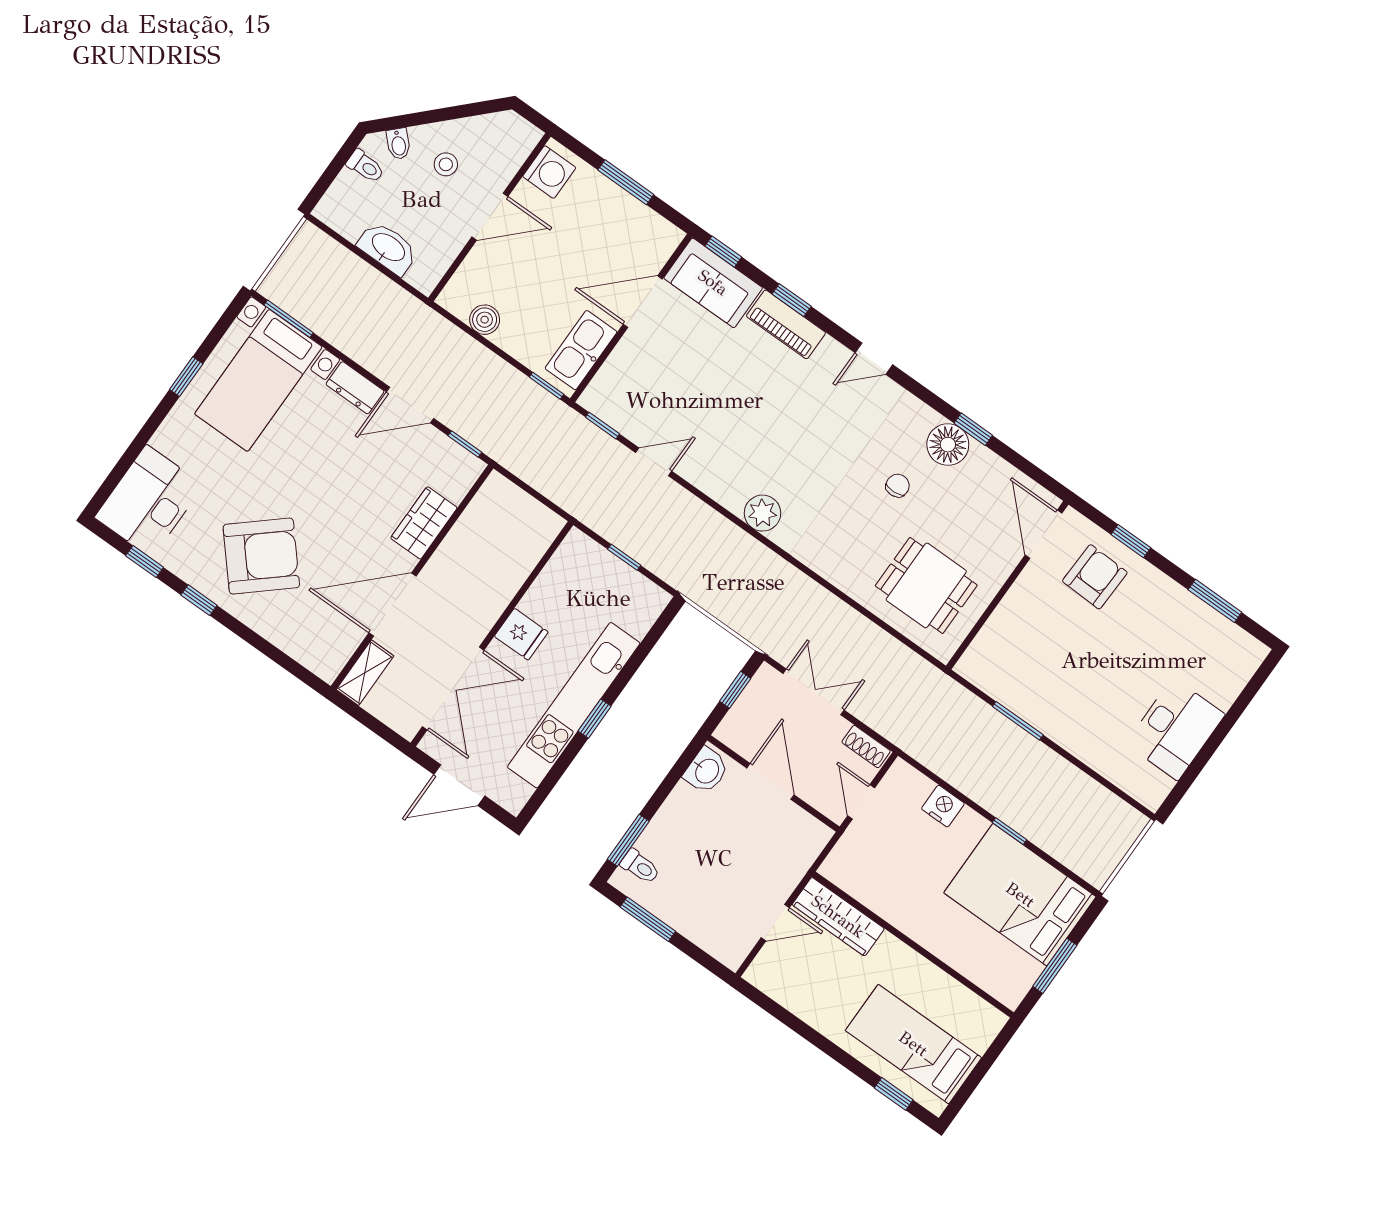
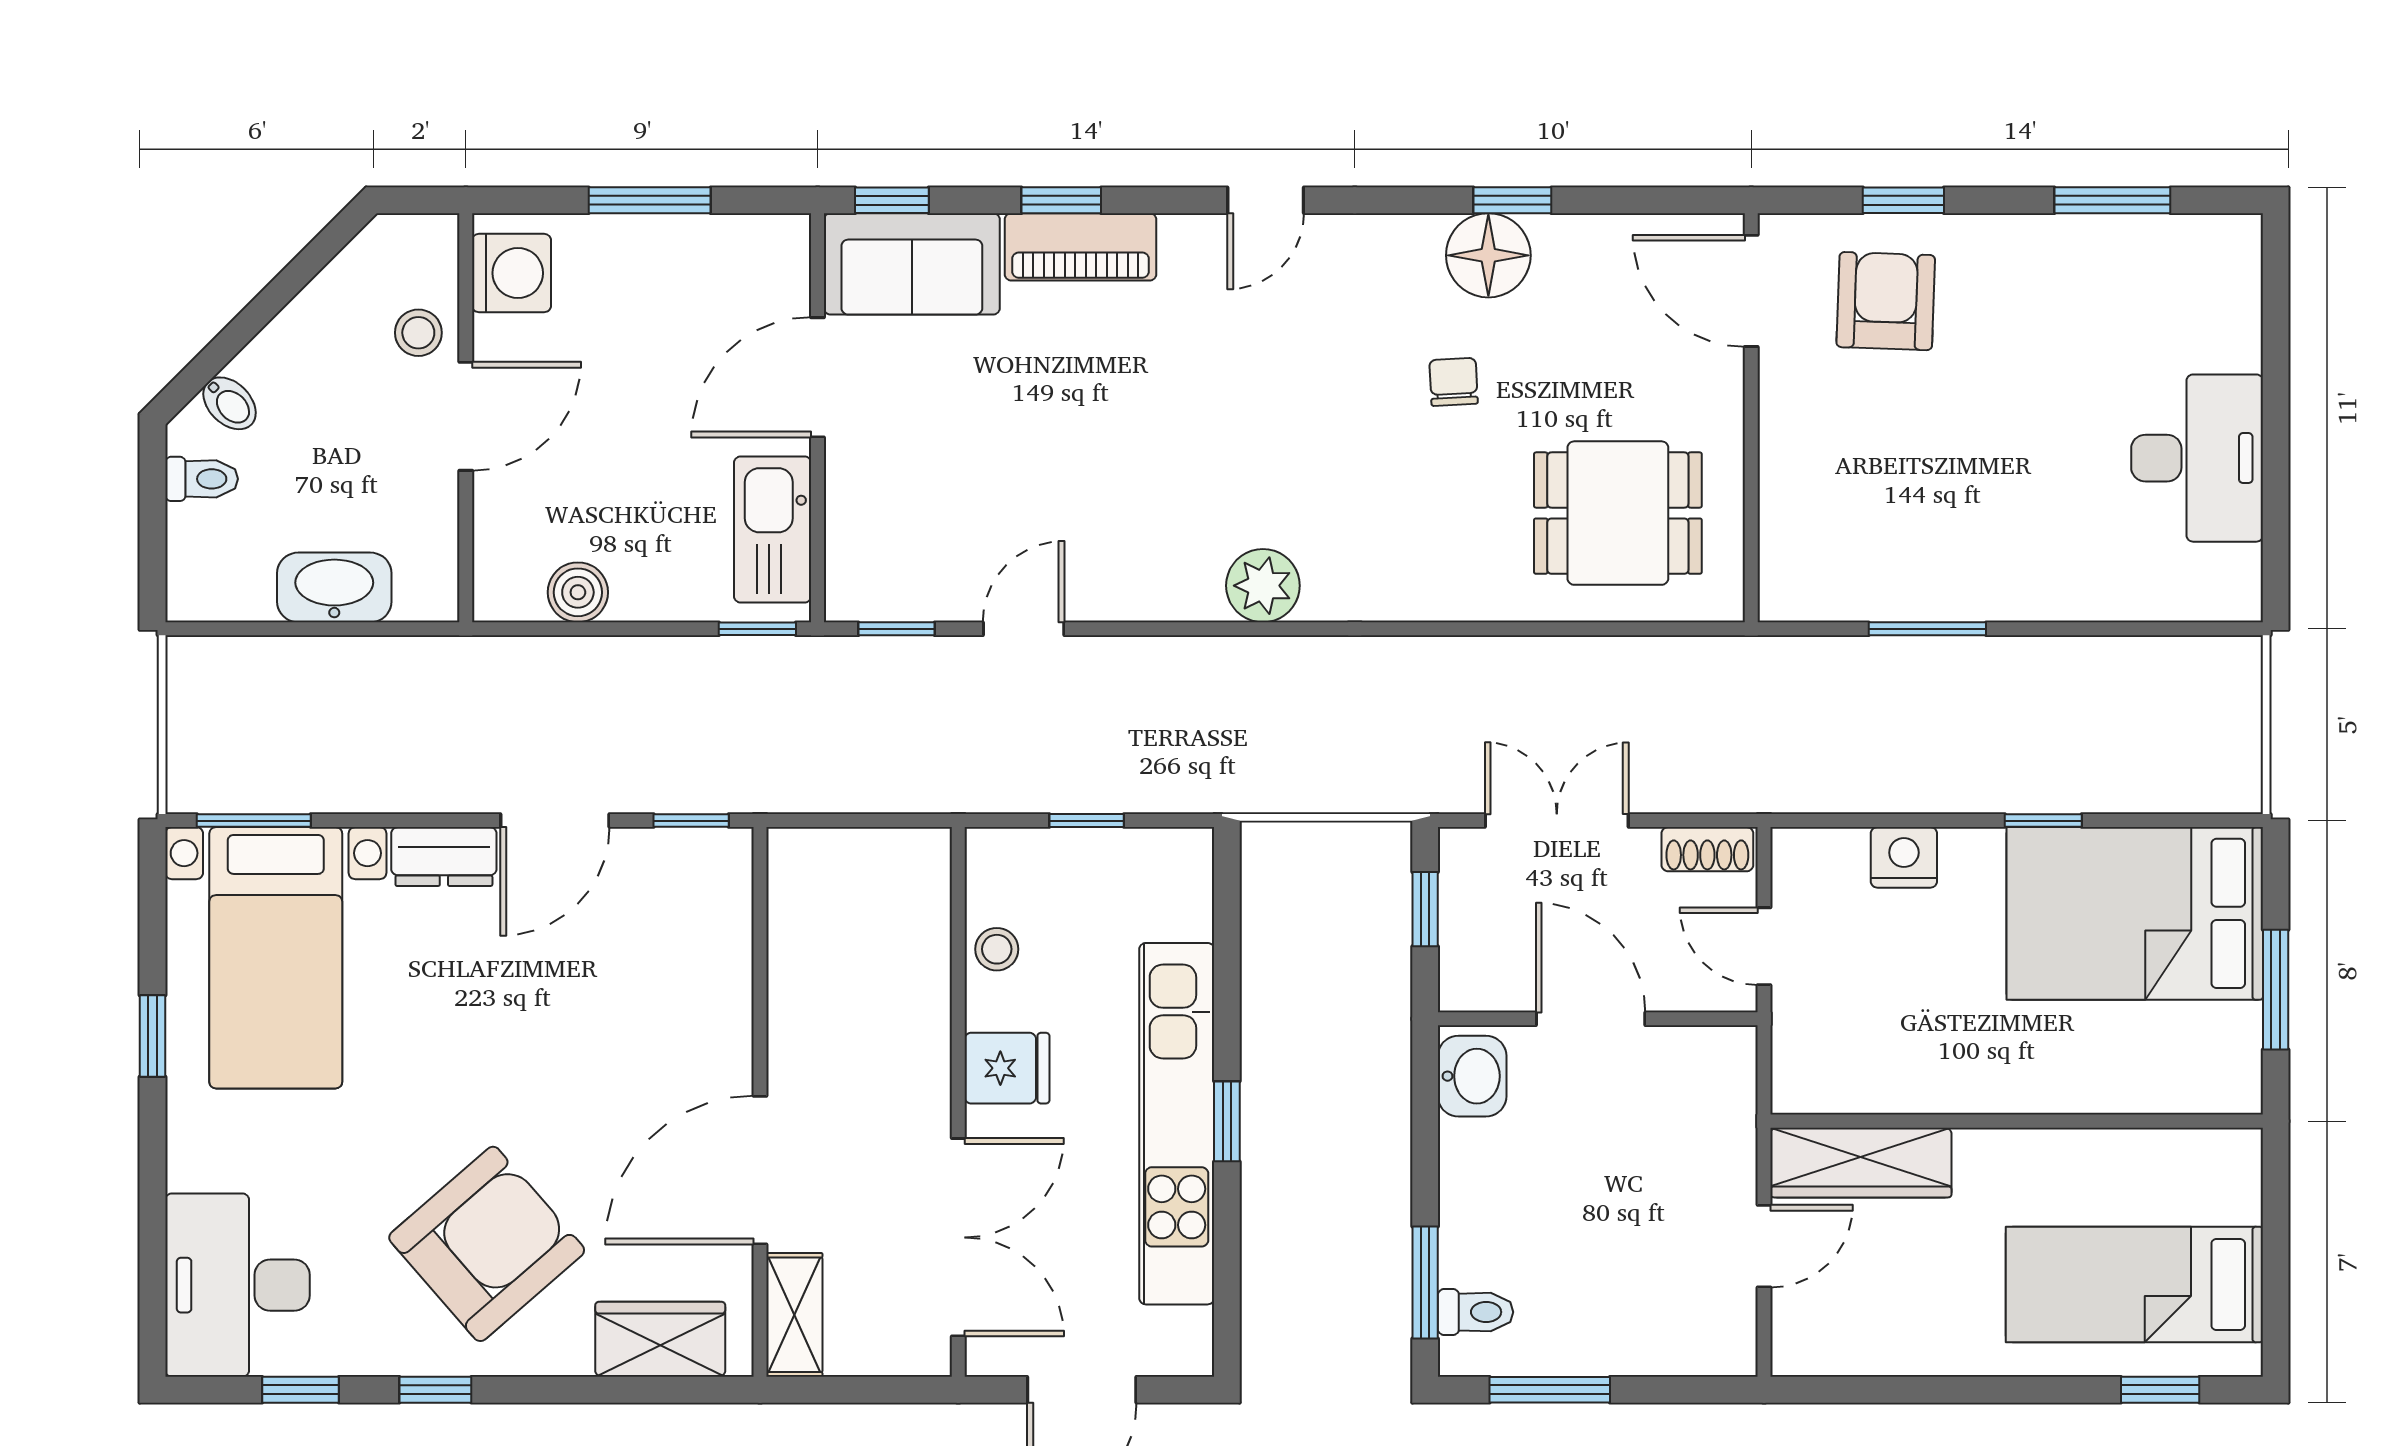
stool: (446, 164) -> (418, 333), moved
wardrobe: (424, 523) -> (660, 1339), moved, turned 90
stool: (551, 583) -> (997, 949), added

